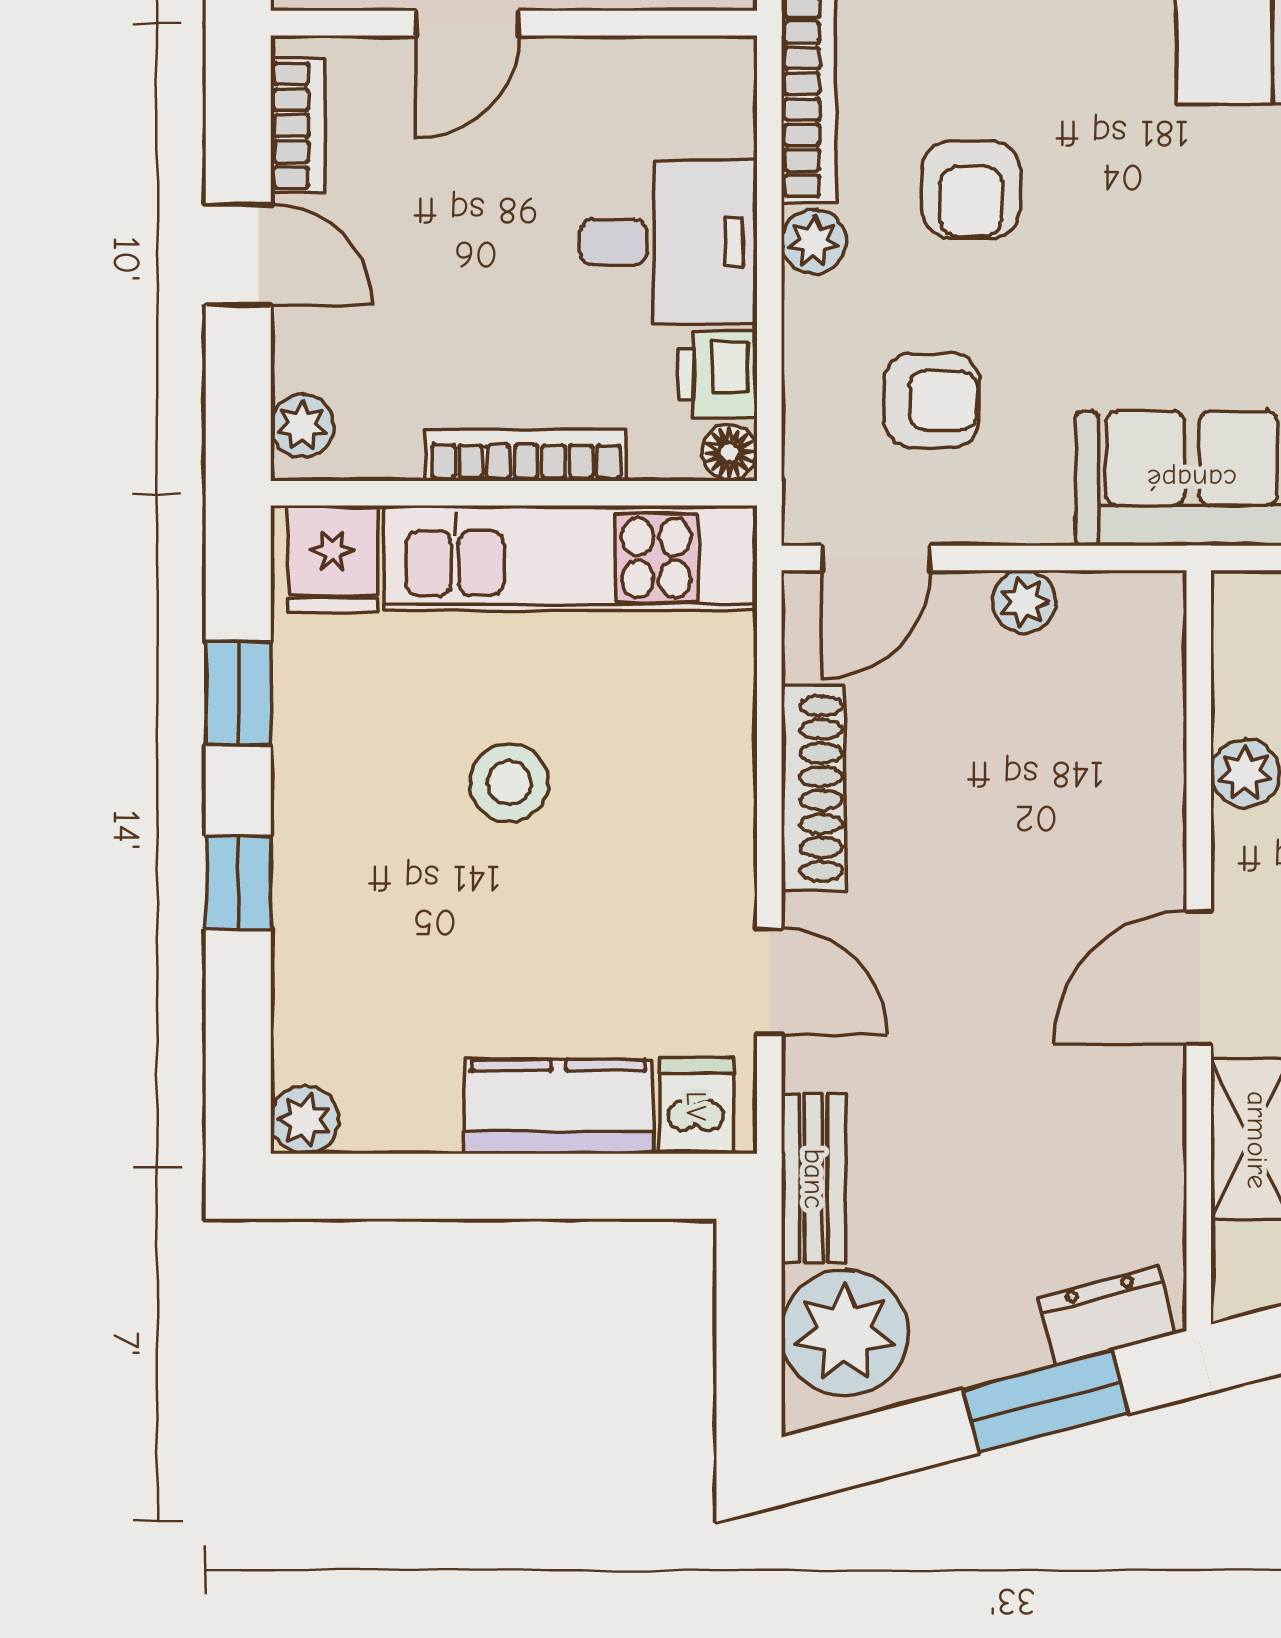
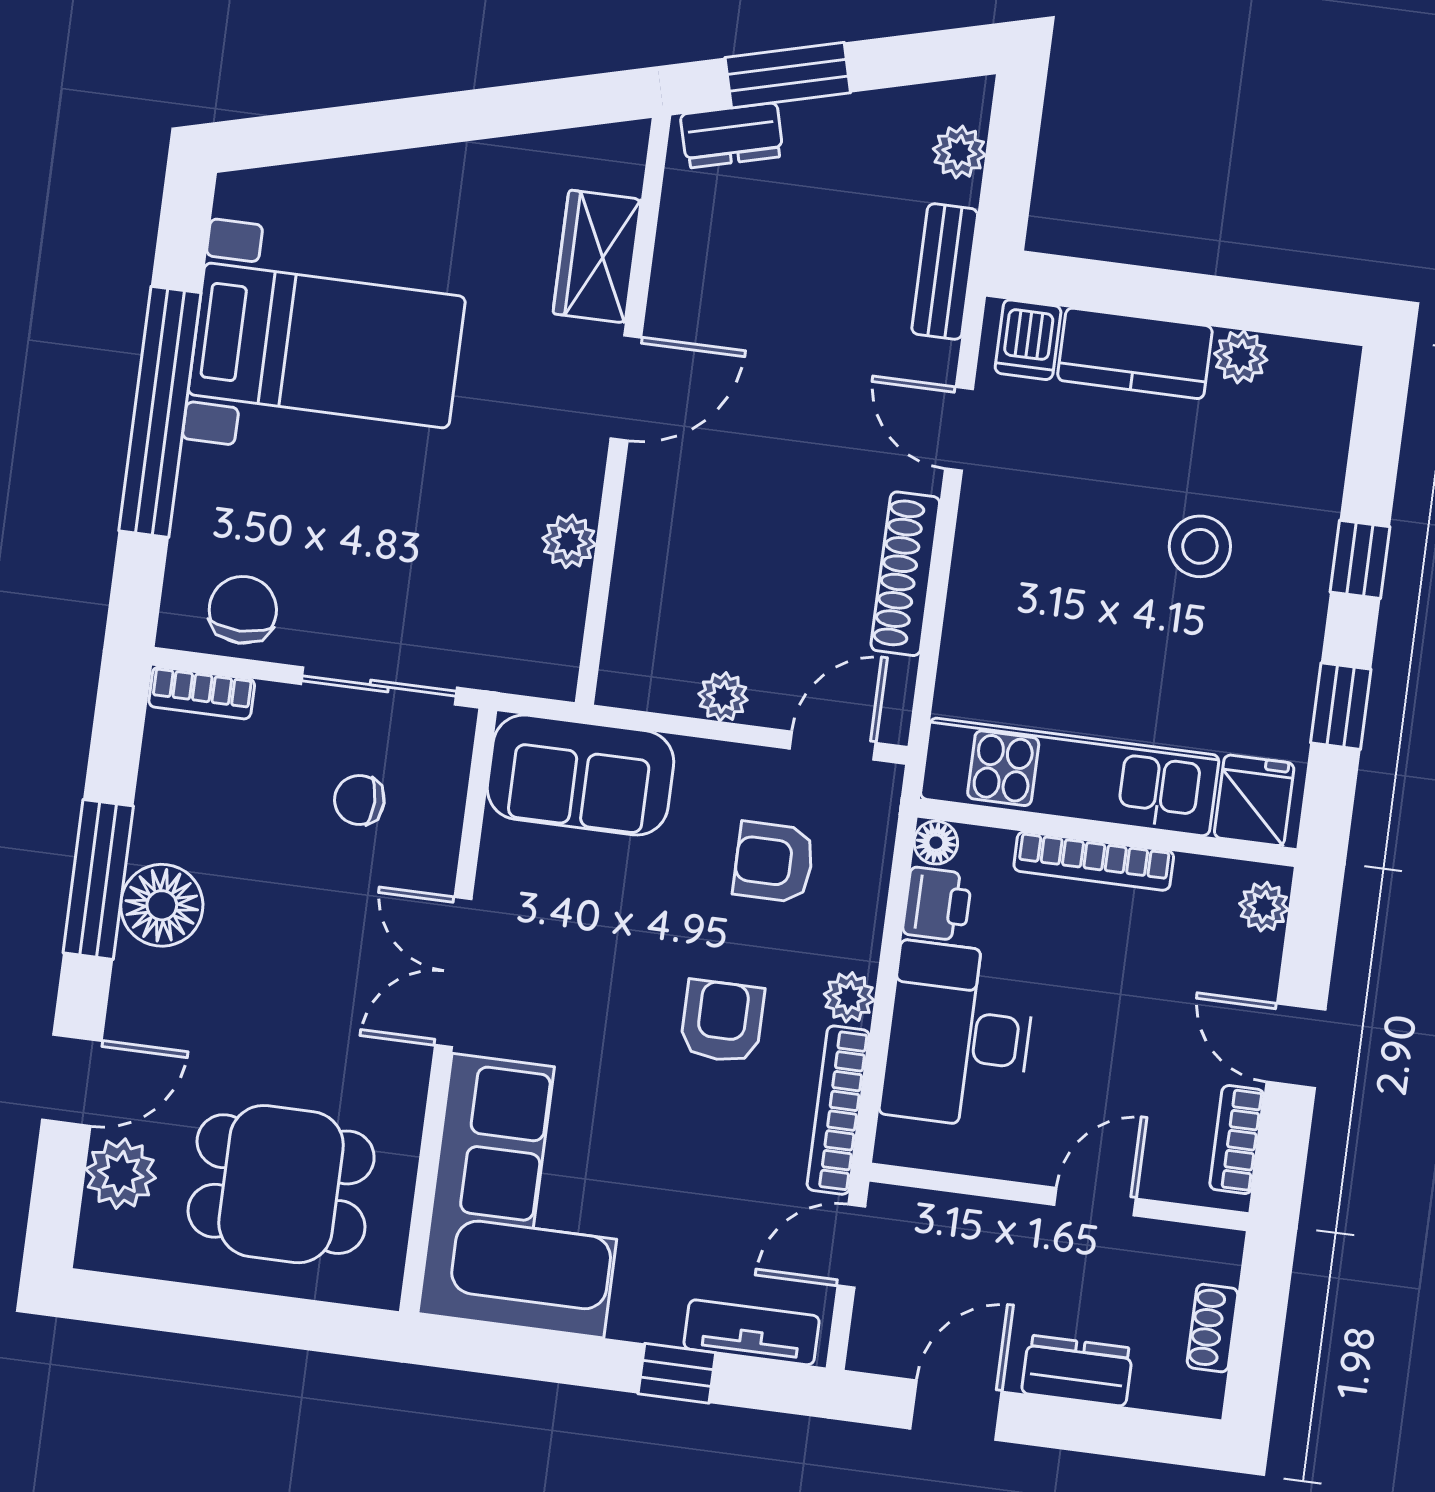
desk: (668, 242) -> (959, 1035), width x1.37
stool: (509, 783) -> (1200, 546), moved
plant: (305, 1120) -> (1241, 357), moved
plant: (845, 1333) -> (959, 152), width x0.53, depth x0.53

